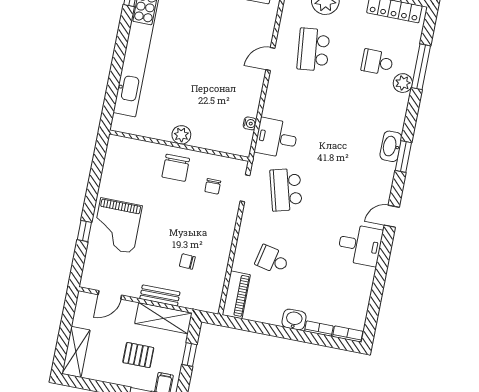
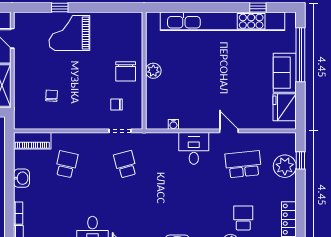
desk: (276, 138) -> (194, 148), moved
chair: (176, 168) -> (126, 71), turned -90
school desk: (286, 190) -> (125, 164), width x0.54
bench: (160, 295) -> (20, 79), removed
washbasin: (294, 320) -> (21, 178), moved

